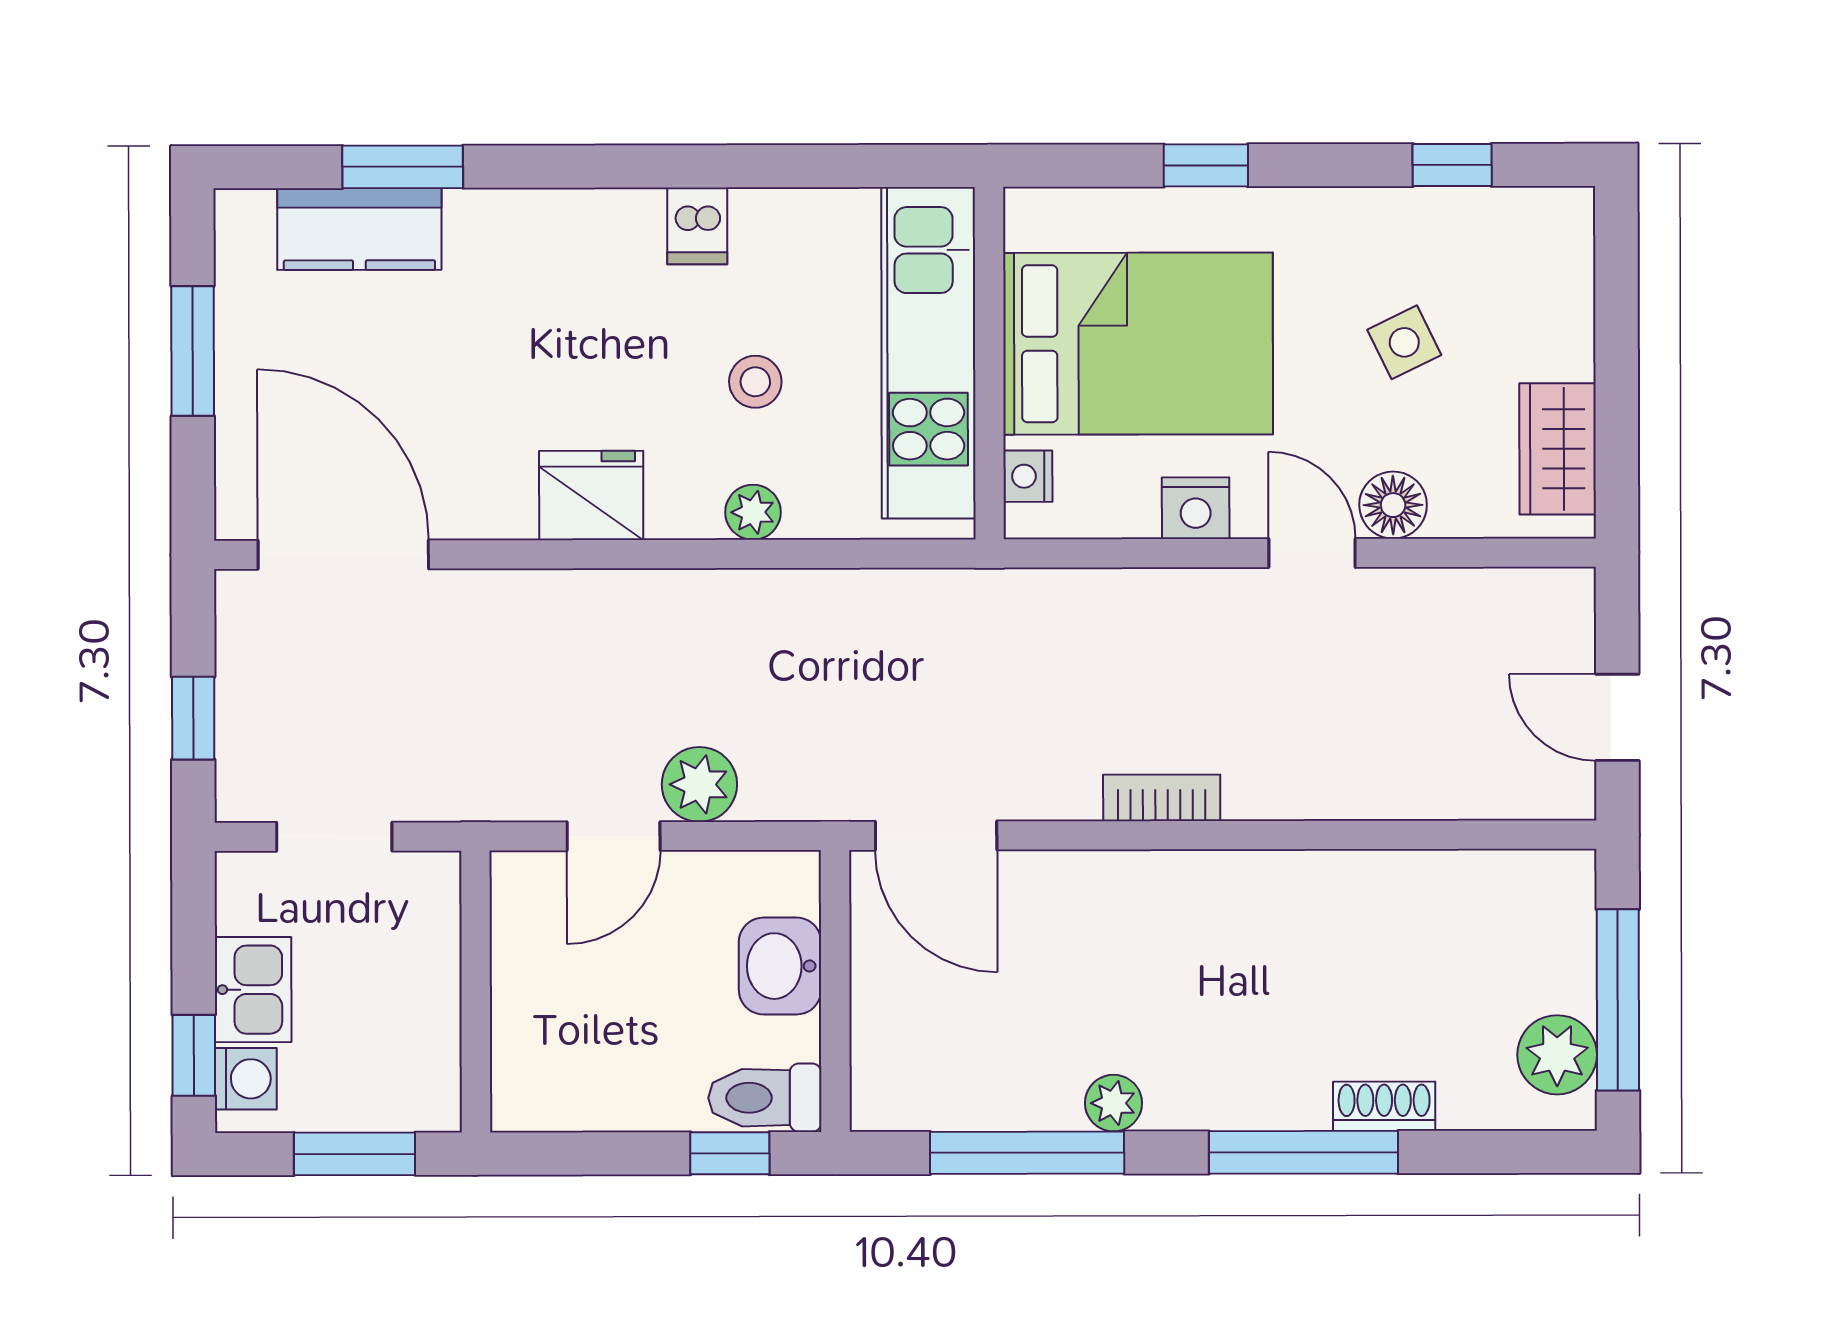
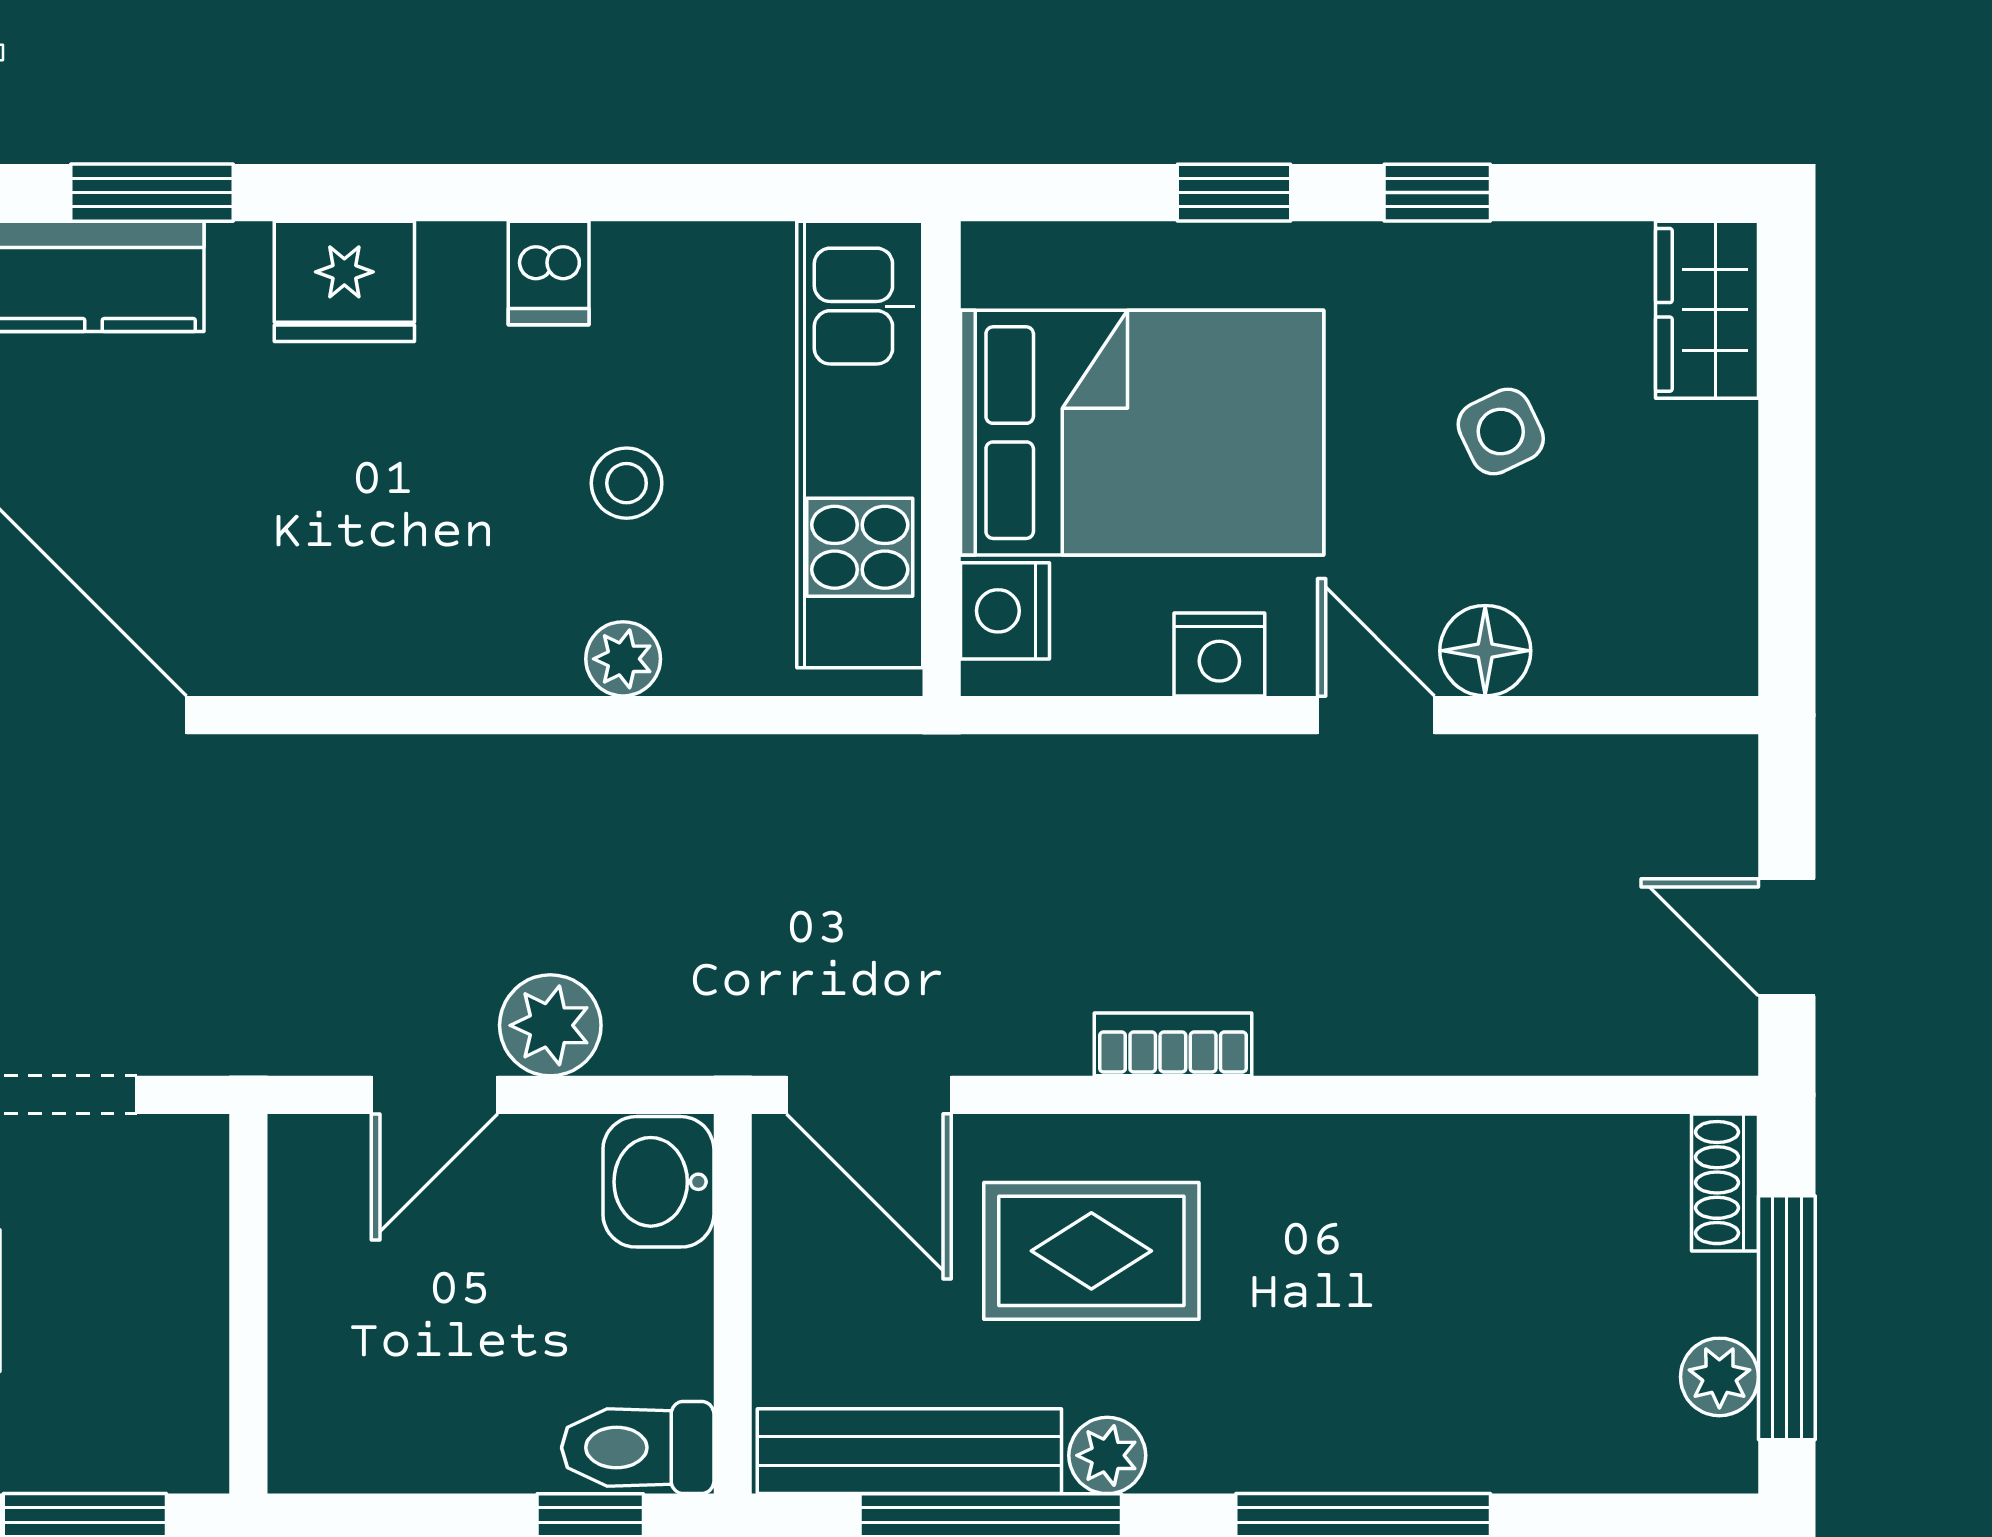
window: (1452, 165) -> (1437, 193), moved
wardrobe: (1558, 449) -> (1707, 310), moved
nightstand: (1028, 476) -> (1005, 611), width x1.39, depth x1.35
fridge: (591, 495) -> (344, 281), moved, turned 180
rug: (1101, 951) -> (1091, 1251), added
washbasin: (780, 966) -> (658, 1182), moved
plant: (1557, 1055) -> (1719, 1377), width x0.73, depth x0.73
bench: (967, 1100) -> (909, 1451), added
shoe rack: (1384, 1106) -> (1725, 1183), moved, turned -90

